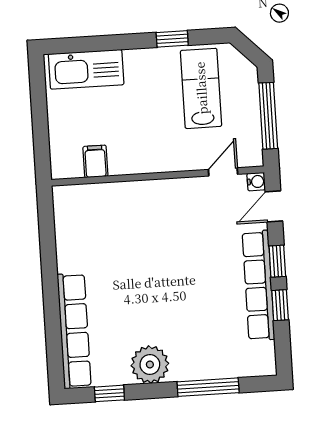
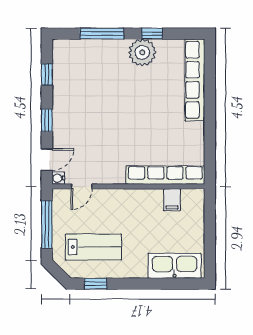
window: (172, 39) -> (96, 284), moved
lab bench: (201, 88) -> (93, 247), turned -90
row of seats: (258, 285) -> (165, 175), moved, turned -90
window: (280, 305) -> (47, 75), moved
window: (109, 393) -> (152, 34), moved

